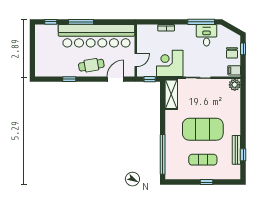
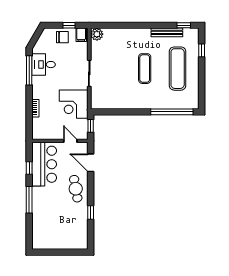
window: (51, 22) -> (29, 168), moved
bar counter: (96, 36) -> (44, 164), width x0.54
window: (243, 49) -> (69, 25), moved
shelving: (171, 94) -> (107, 102), removed
exercise mat: (203, 129) -> (145, 69), width x0.50, depth x0.69
window: (243, 155) -> (184, 25), moved
exercise mat: (203, 160) -> (178, 69), width x1.36, depth x1.45
window: (206, 182) -> (202, 50), moved

